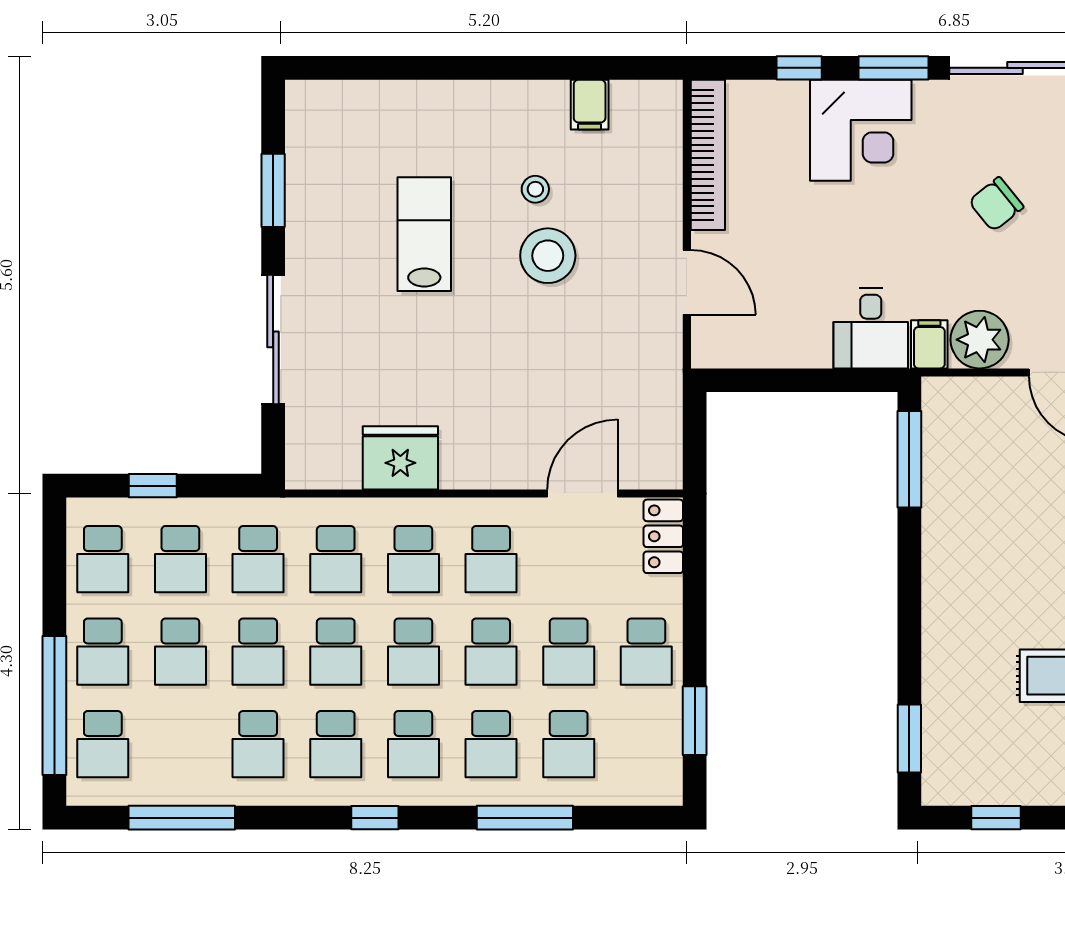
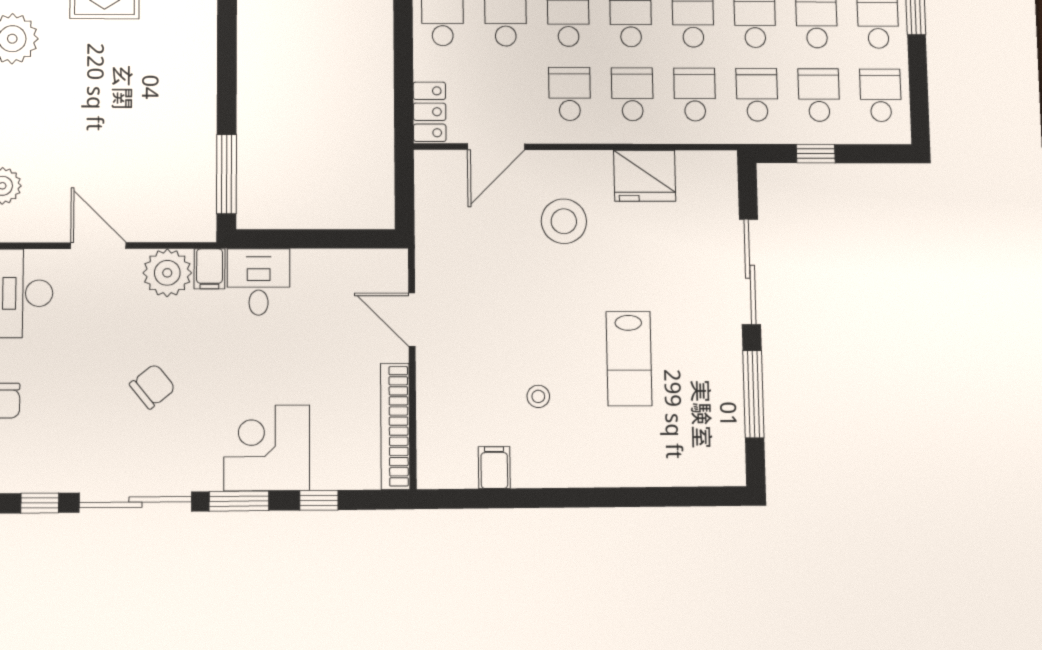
window: (273, 190) -> (753, 394), width x1.44
stool: (548, 256) -> (564, 221), moved
window: (153, 486) -> (816, 154), moved

